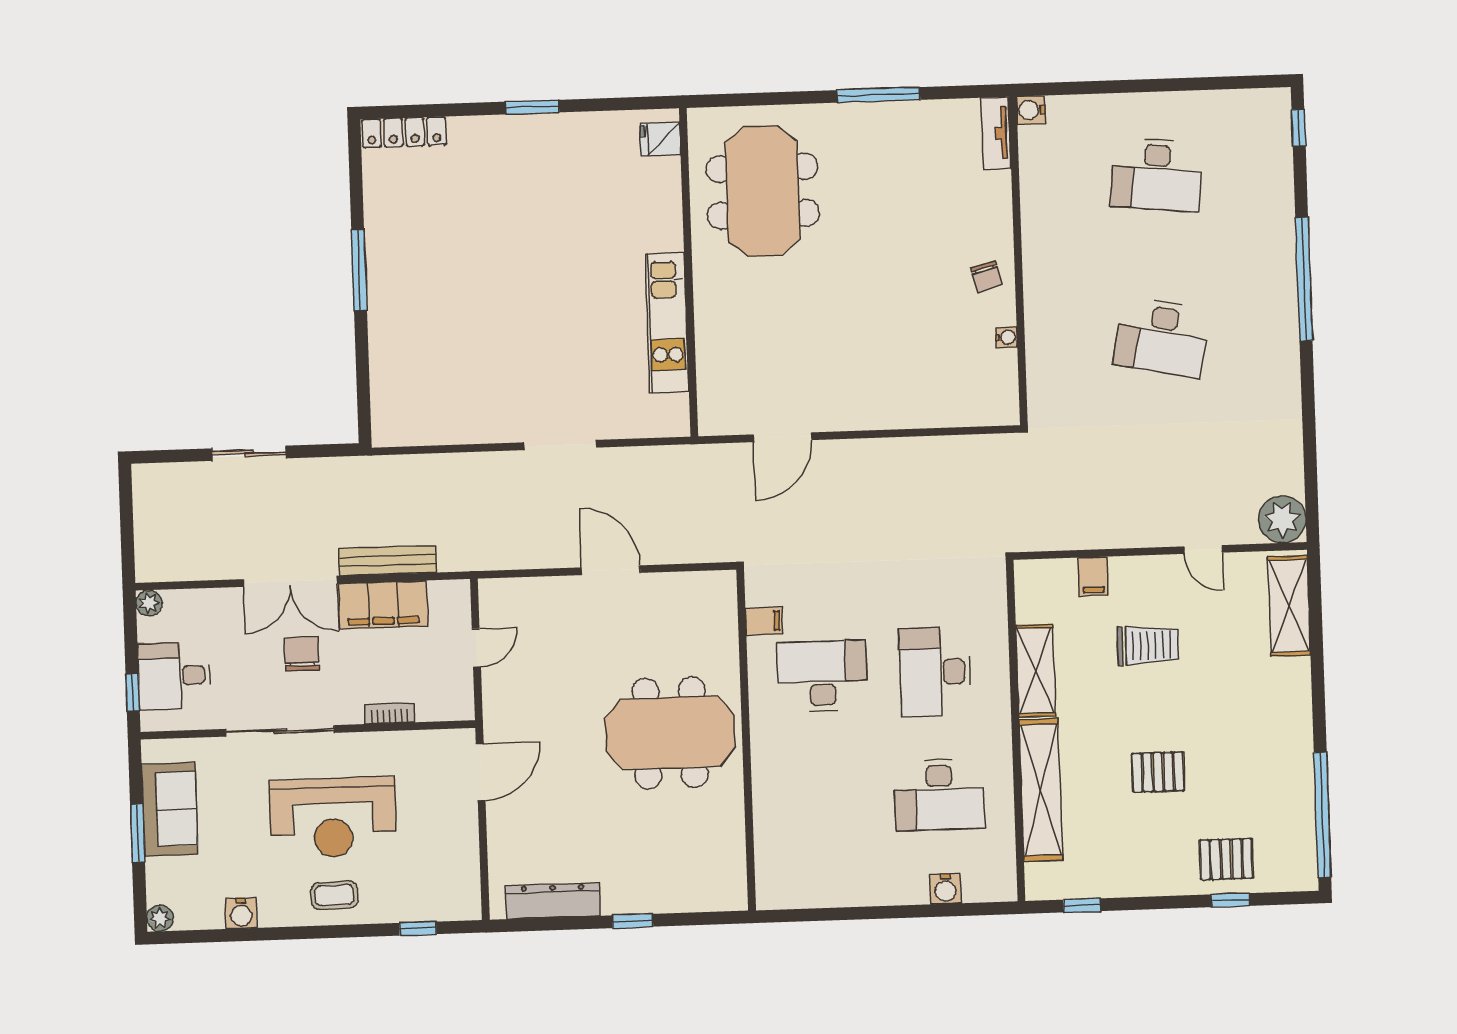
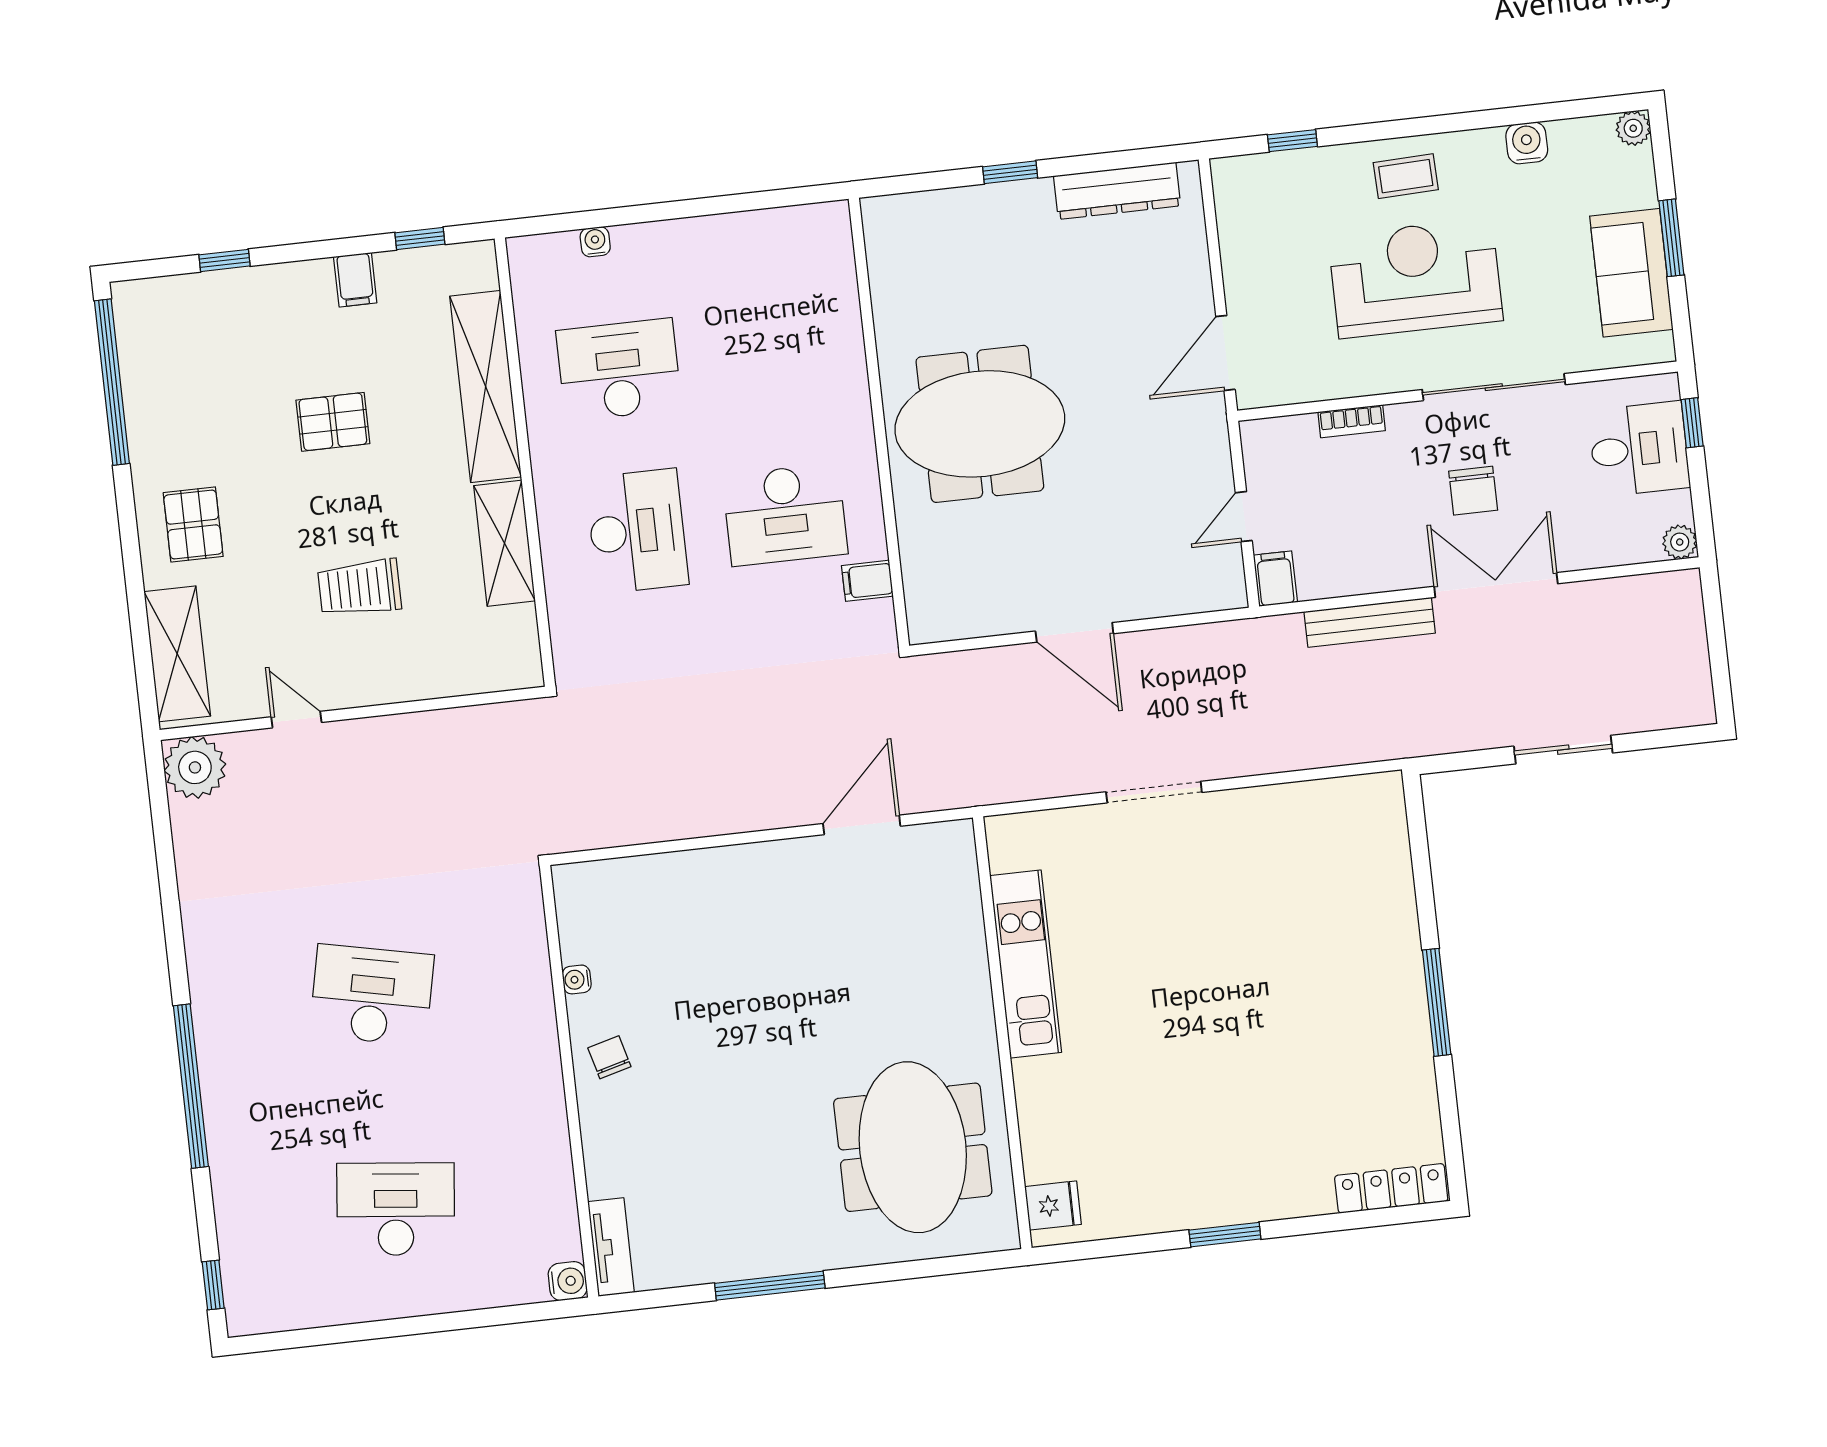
filing cabinet: (1093, 576) -> (355, 280), moved, turned 180
filing cabinet: (383, 605) -> (1275, 579), moved, width x0.33, depth x0.86
pallet: (1226, 859) -> (193, 525), moved, turned 90
water cooler: (945, 889) -> (595, 242), width x0.72, depth x0.72

